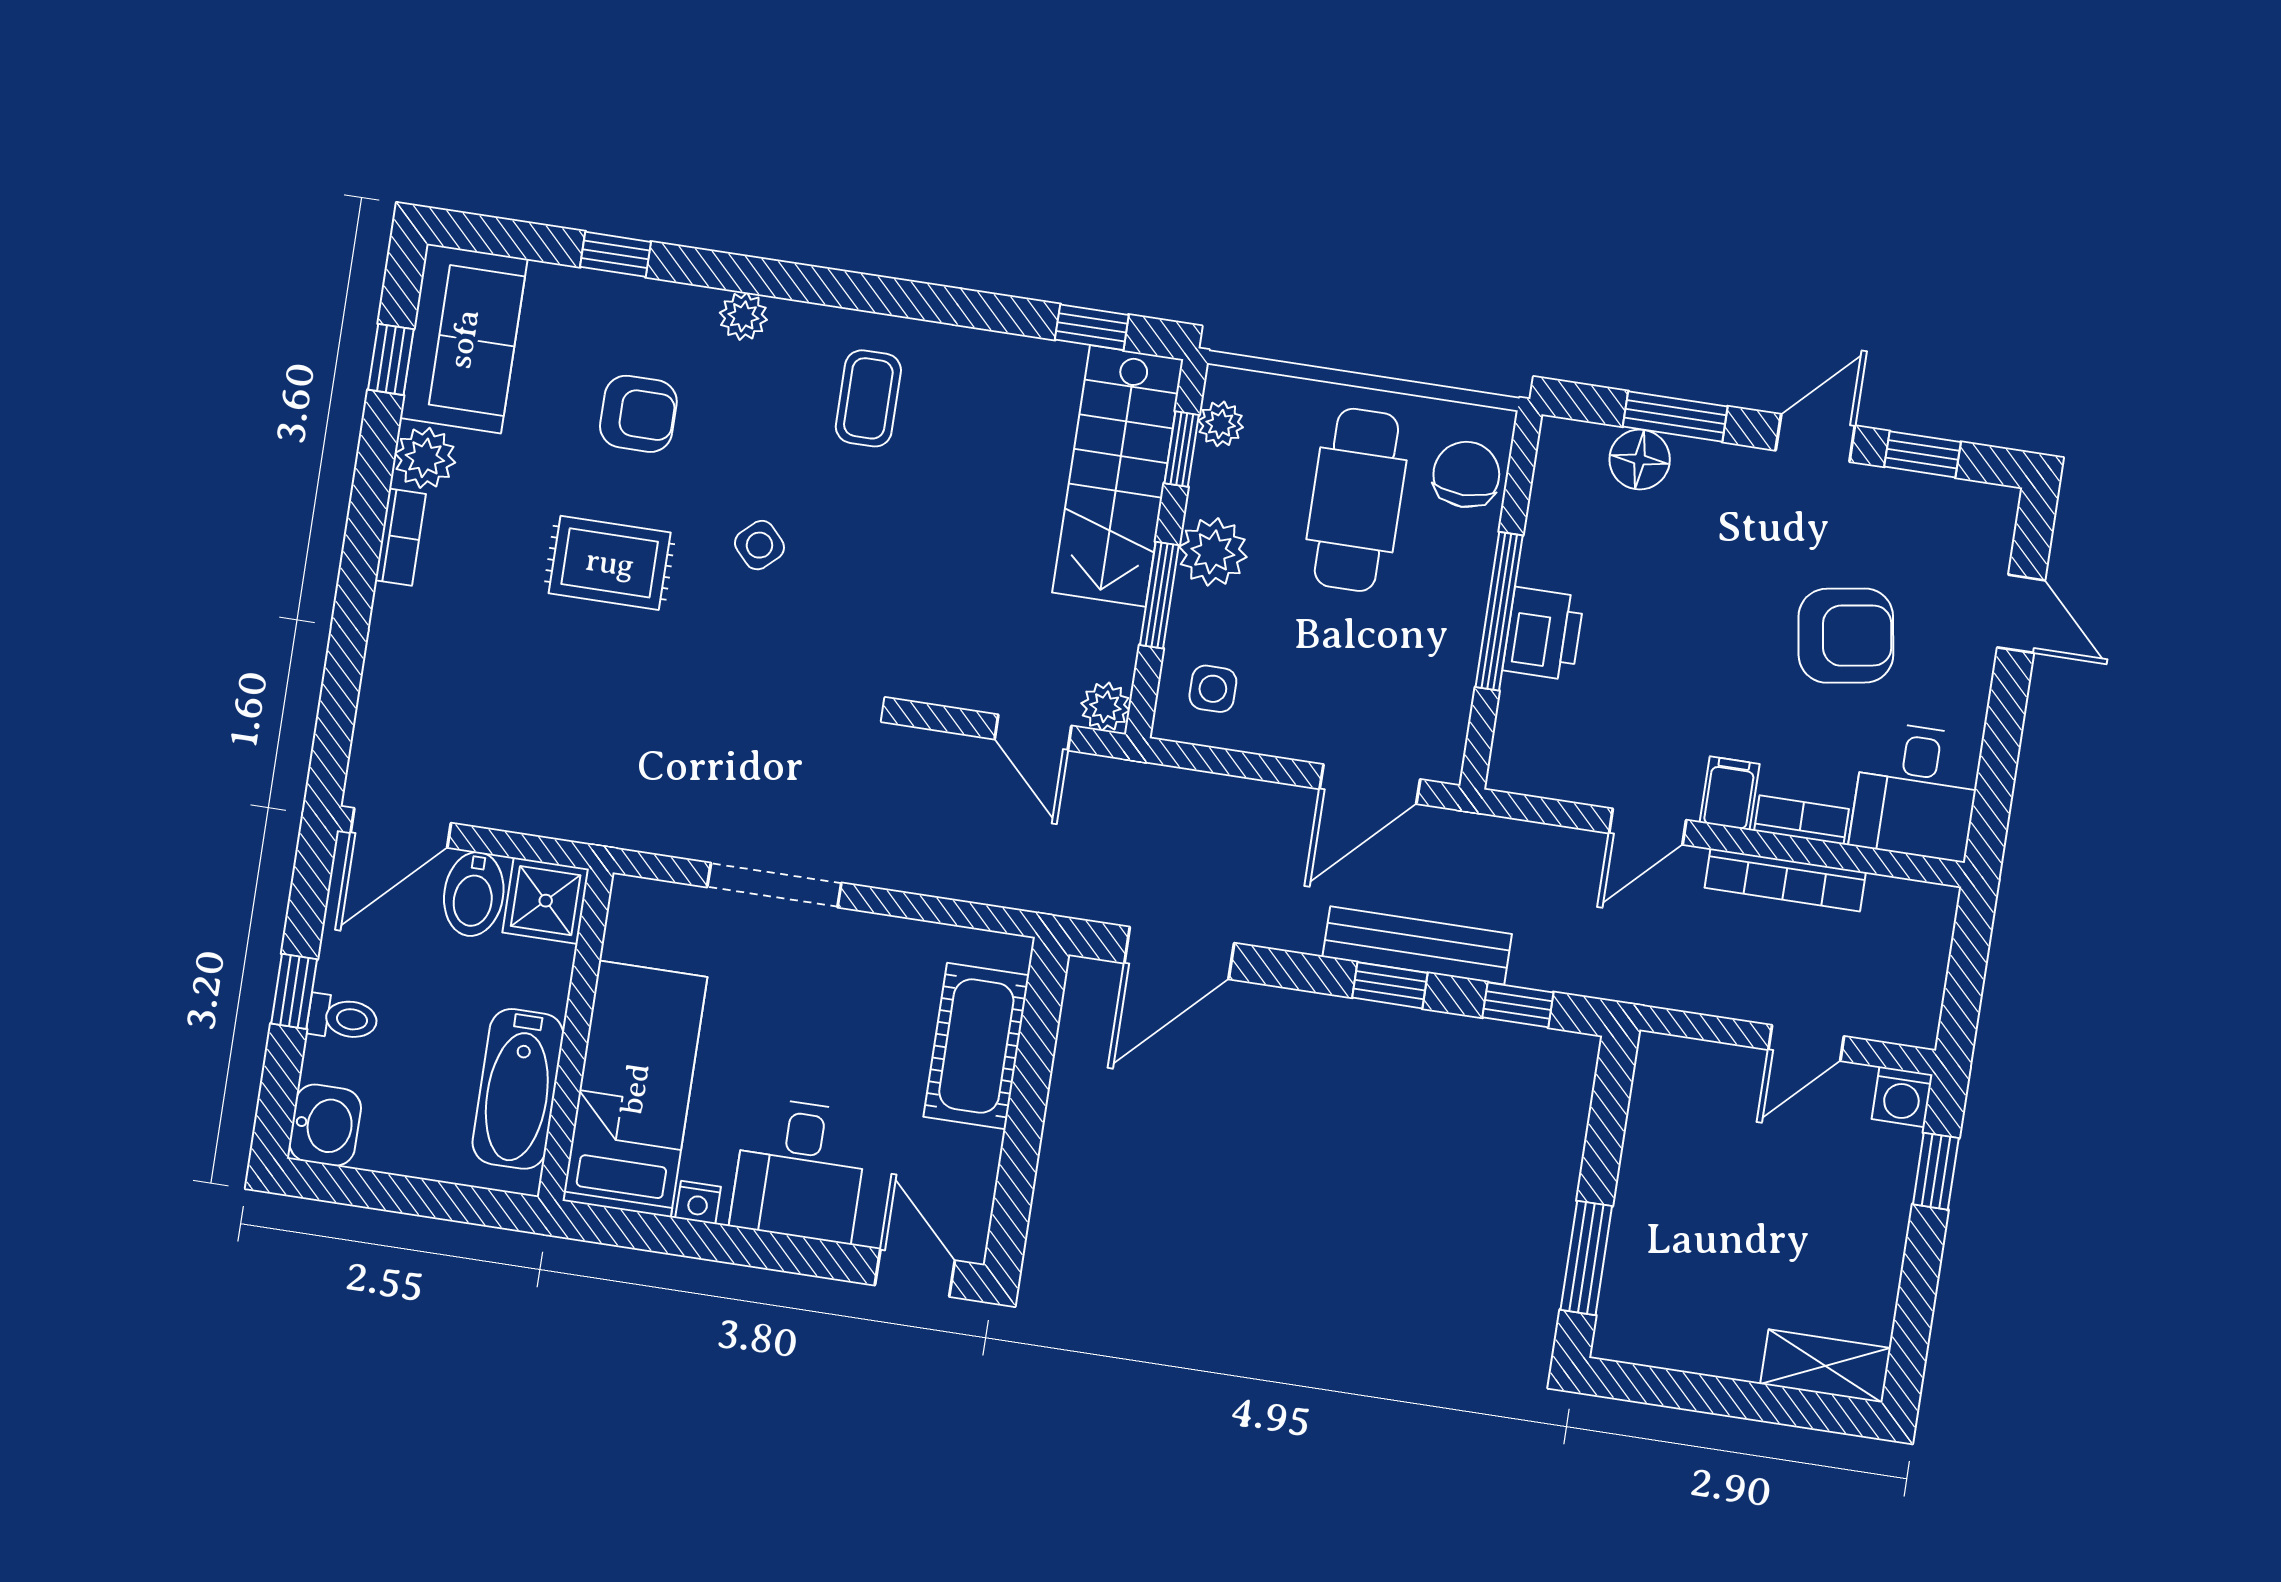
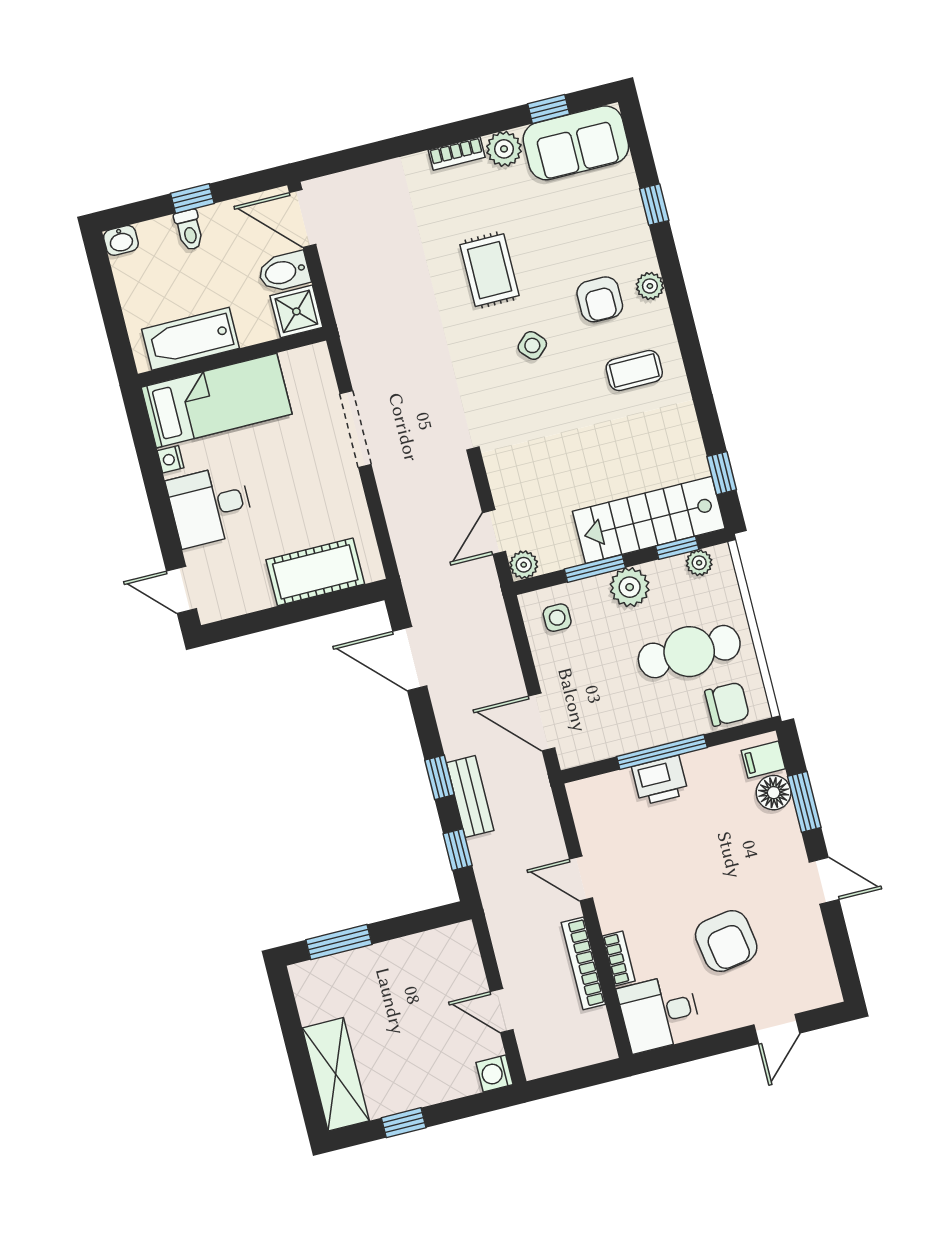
armchair: (638, 414) -> (600, 299), moved
window: (1922, 454) -> (839, 941), removed
filing cabinet: (1730, 793) -> (763, 760), moved, turned 180
bench: (1417, 945) -> (470, 797), width x0.73
washbasin: (325, 1125) -> (121, 240), width x0.72, depth x0.69
window: (1936, 1171) -> (404, 1123), moved
door: (915, 1273) -> (181, 590), swing flipped
shelving: (1825, 1366) -> (336, 1074), width x1.50, depth x1.33

